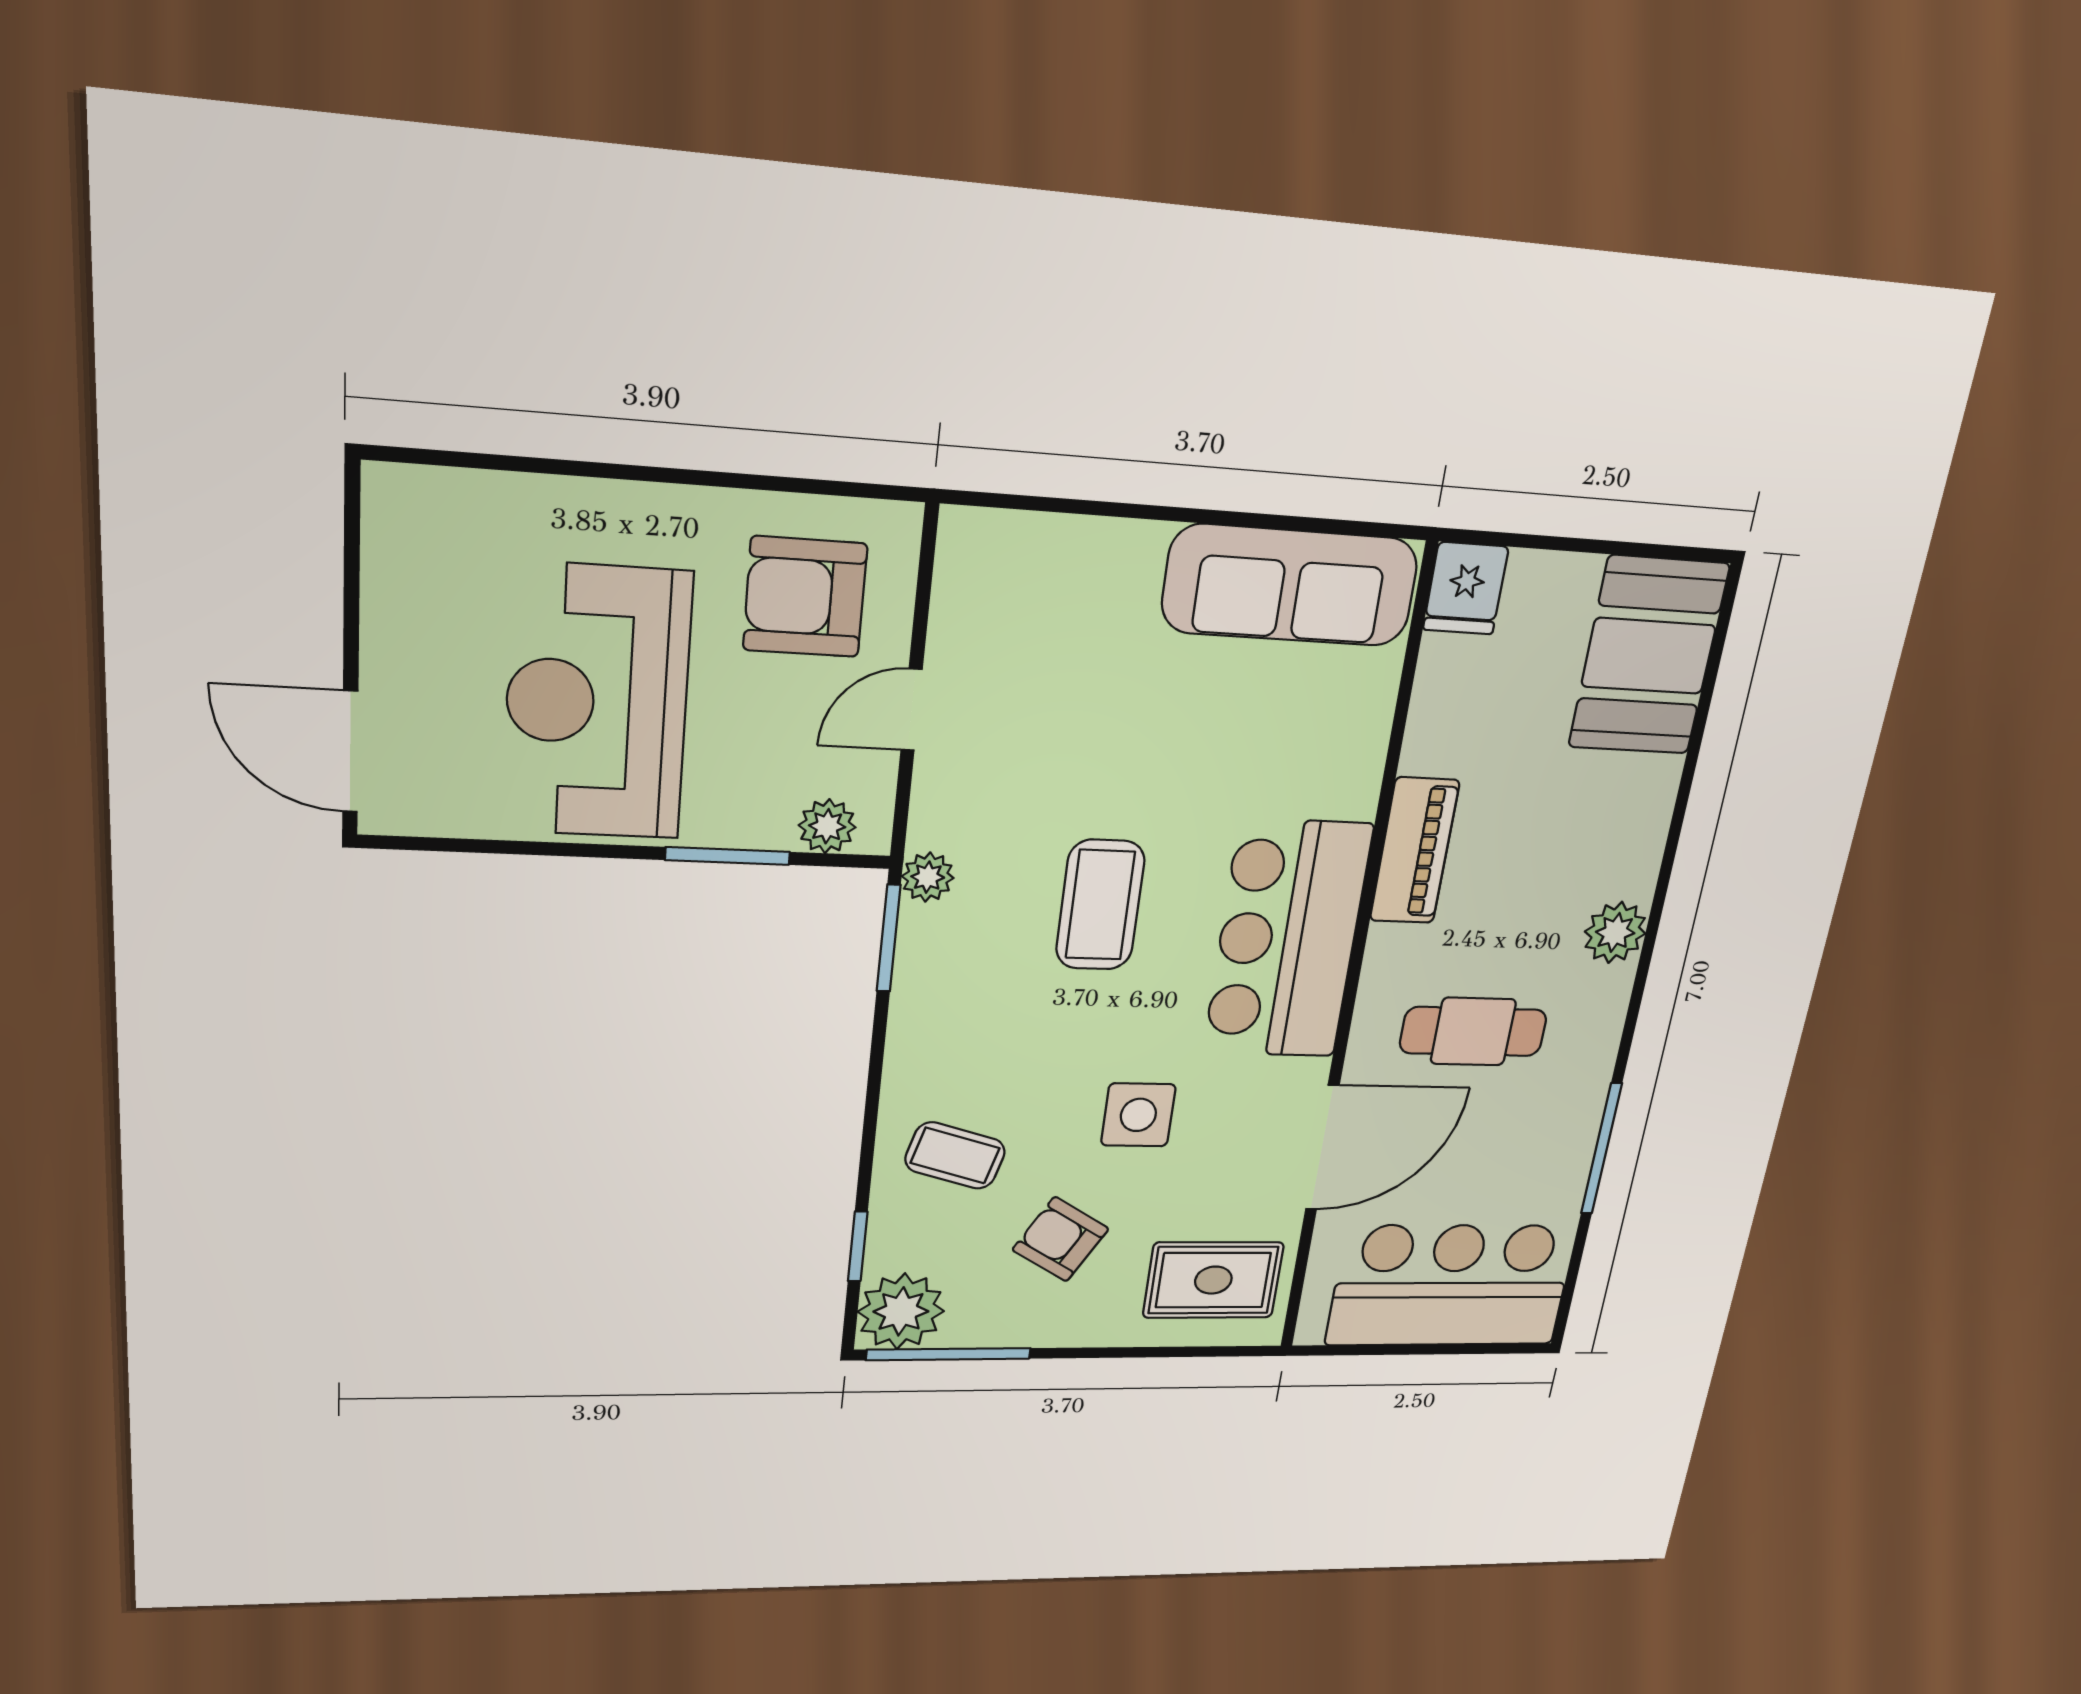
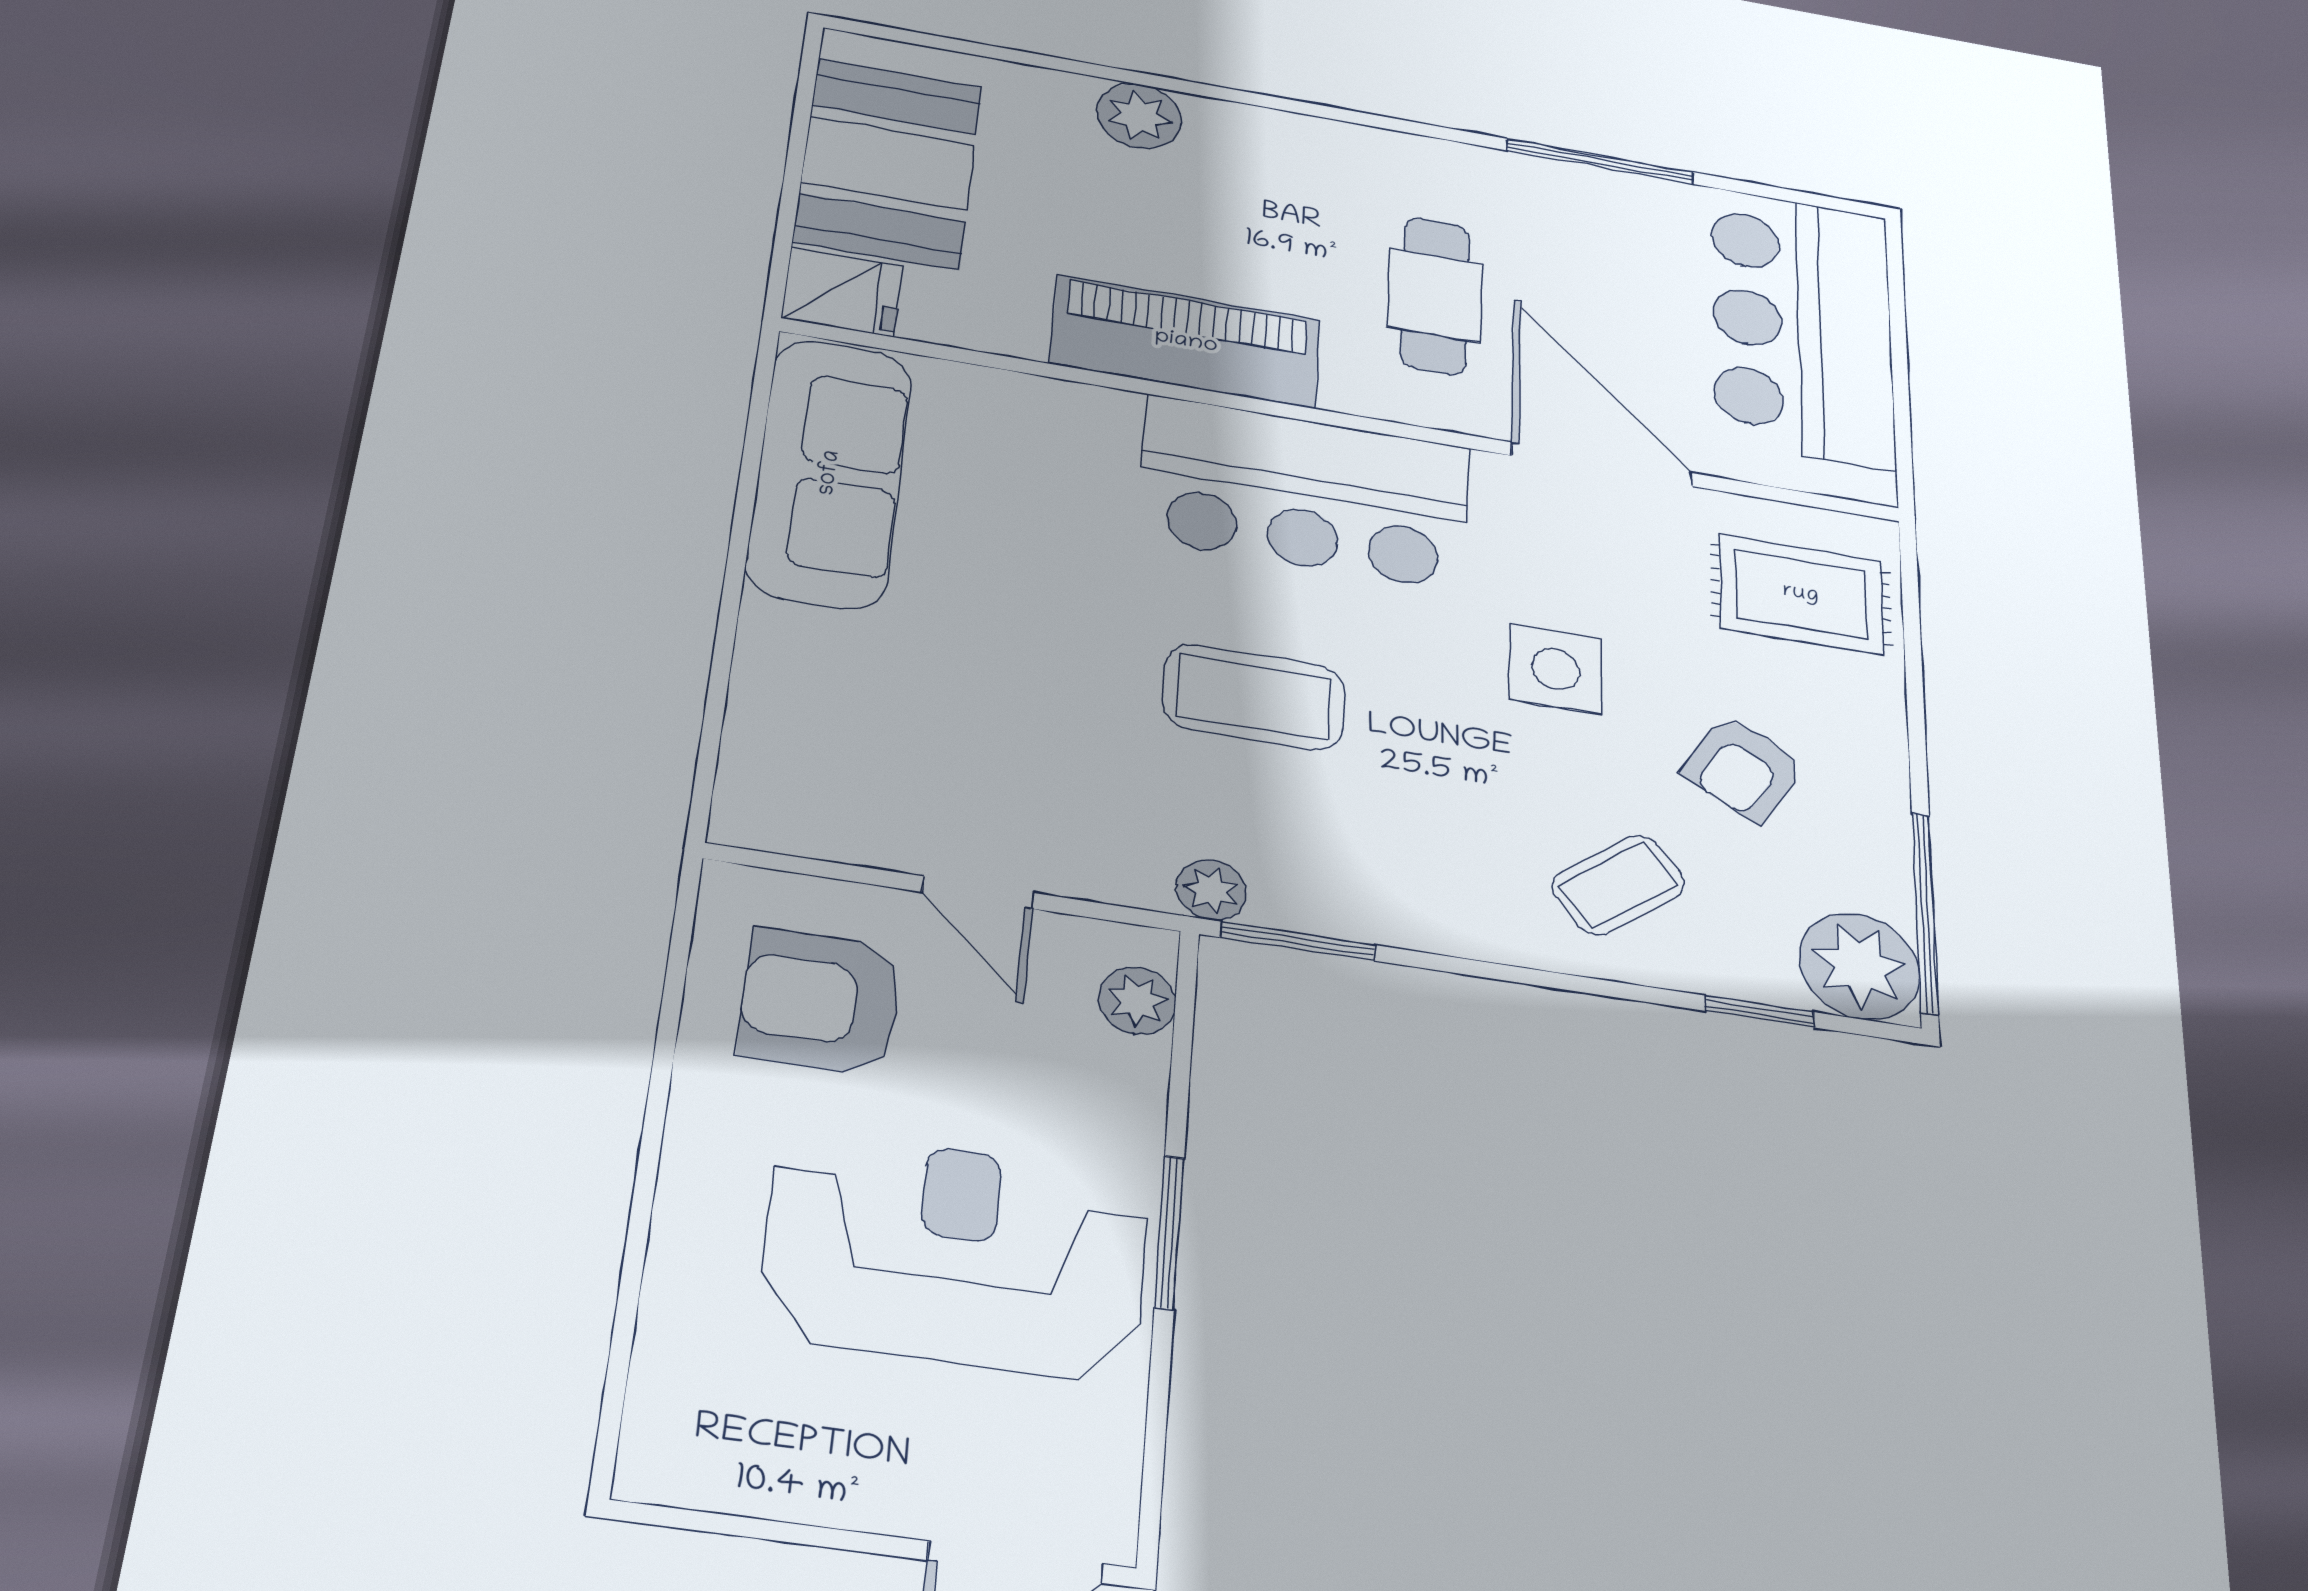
armchair: (805, 597) -> (821, 1001), turned 90
booth: (1649, 656) -> (888, 163), moved, turned 90
reception desk: (597, 703) -> (956, 1255), turned 180
piano: (1415, 851) -> (1186, 342), width x1.37, depth x1.33
window: (728, 856) -> (1169, 1232), moved
plant: (1615, 932) -> (1139, 116), moved
coffee table: (955, 1156) -> (1618, 885), turned 36
rug: (1213, 1280) -> (1801, 594), turned 90

